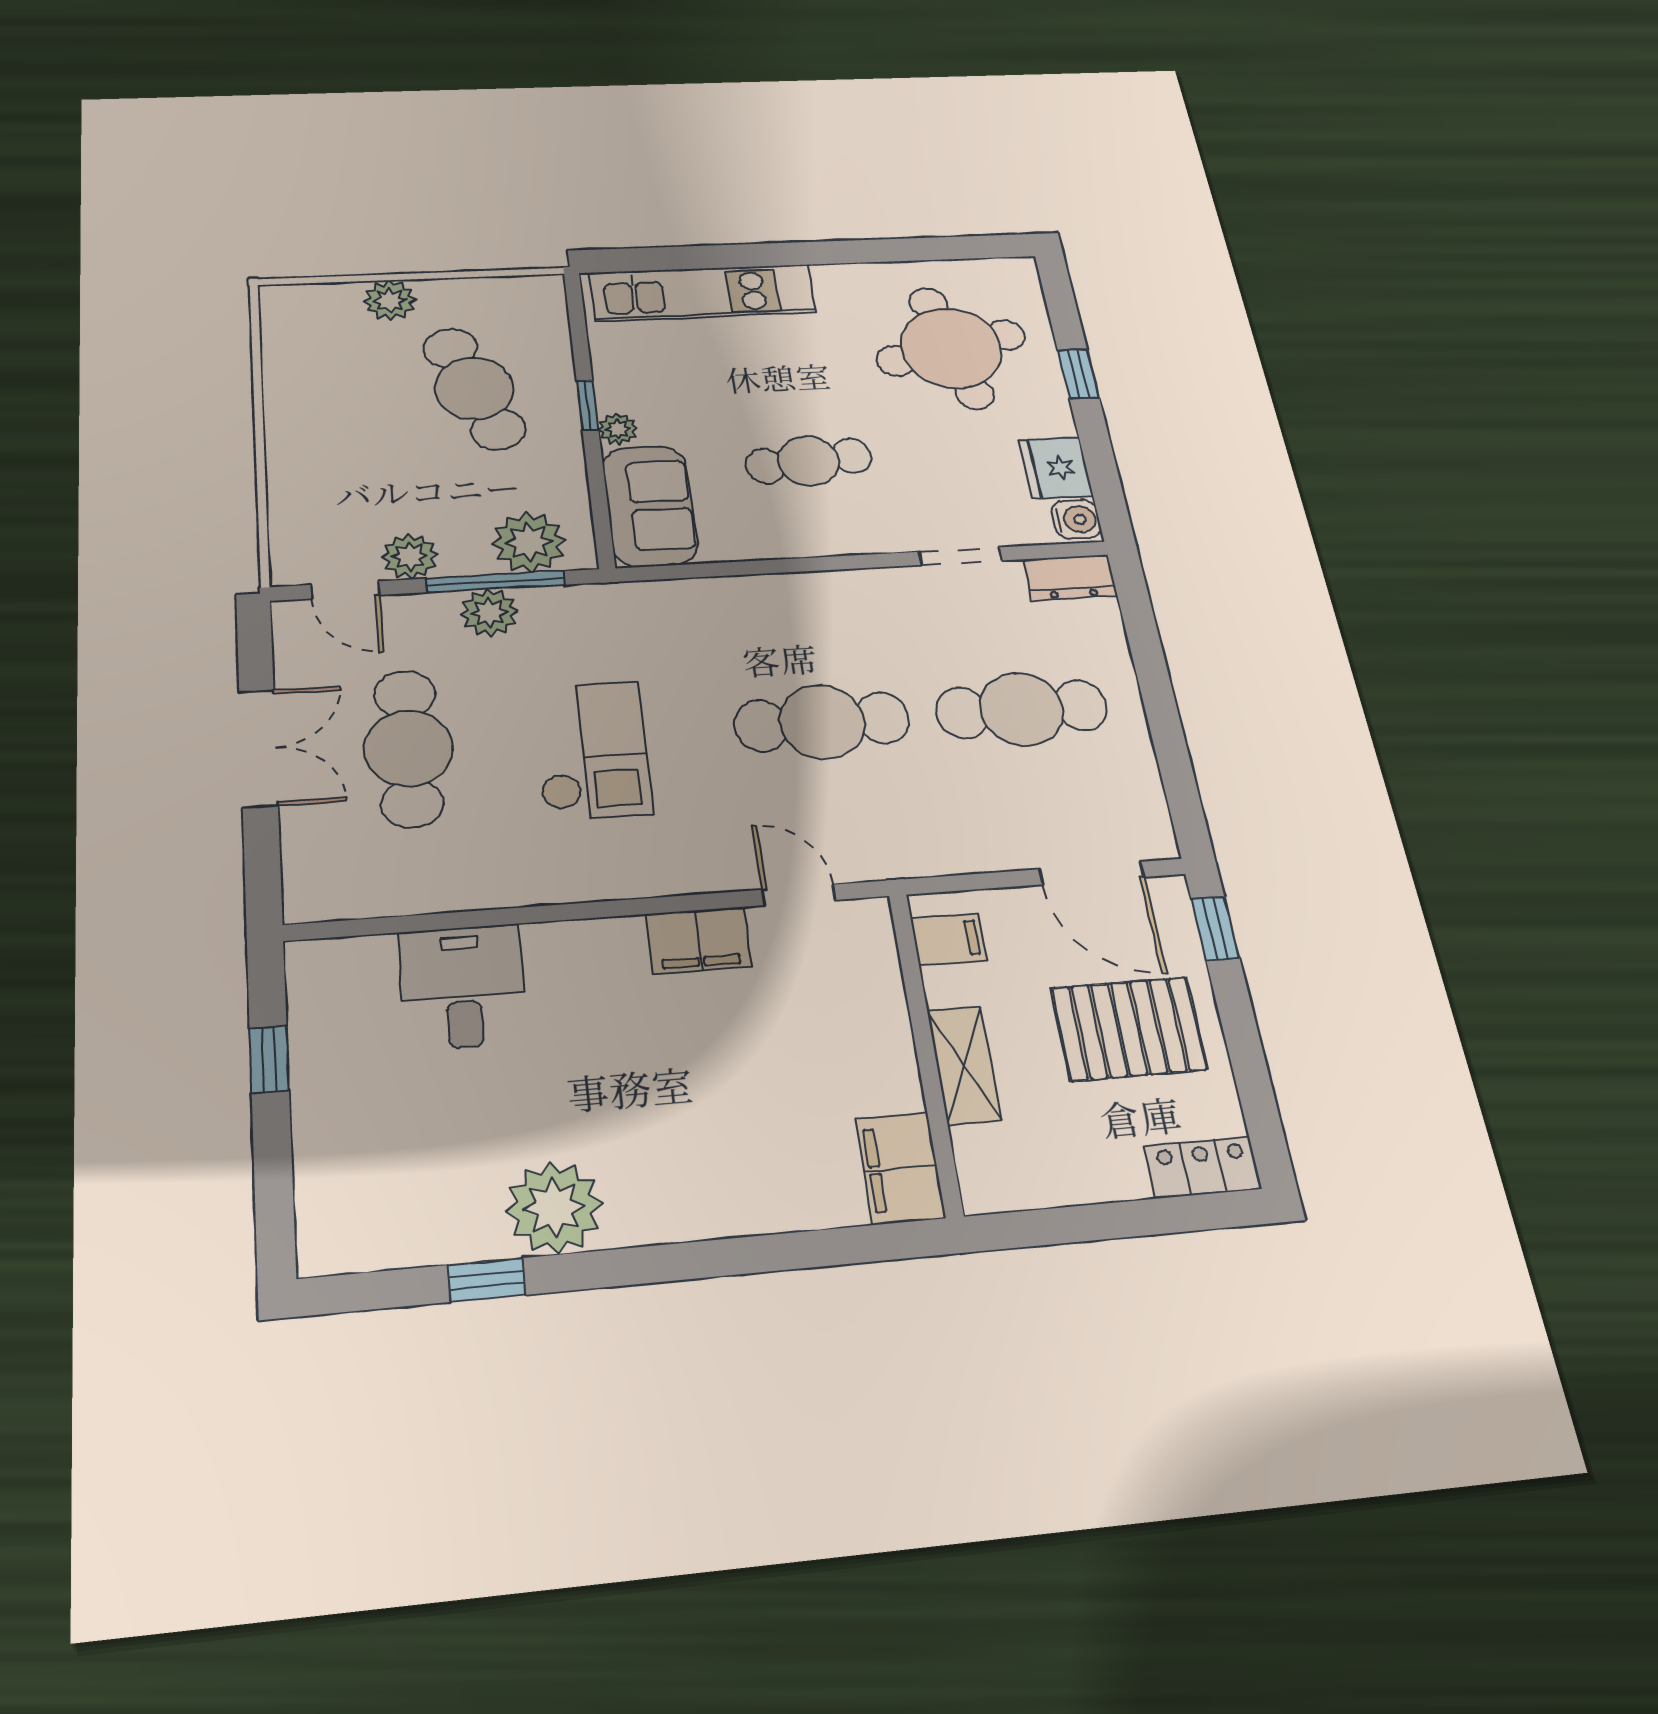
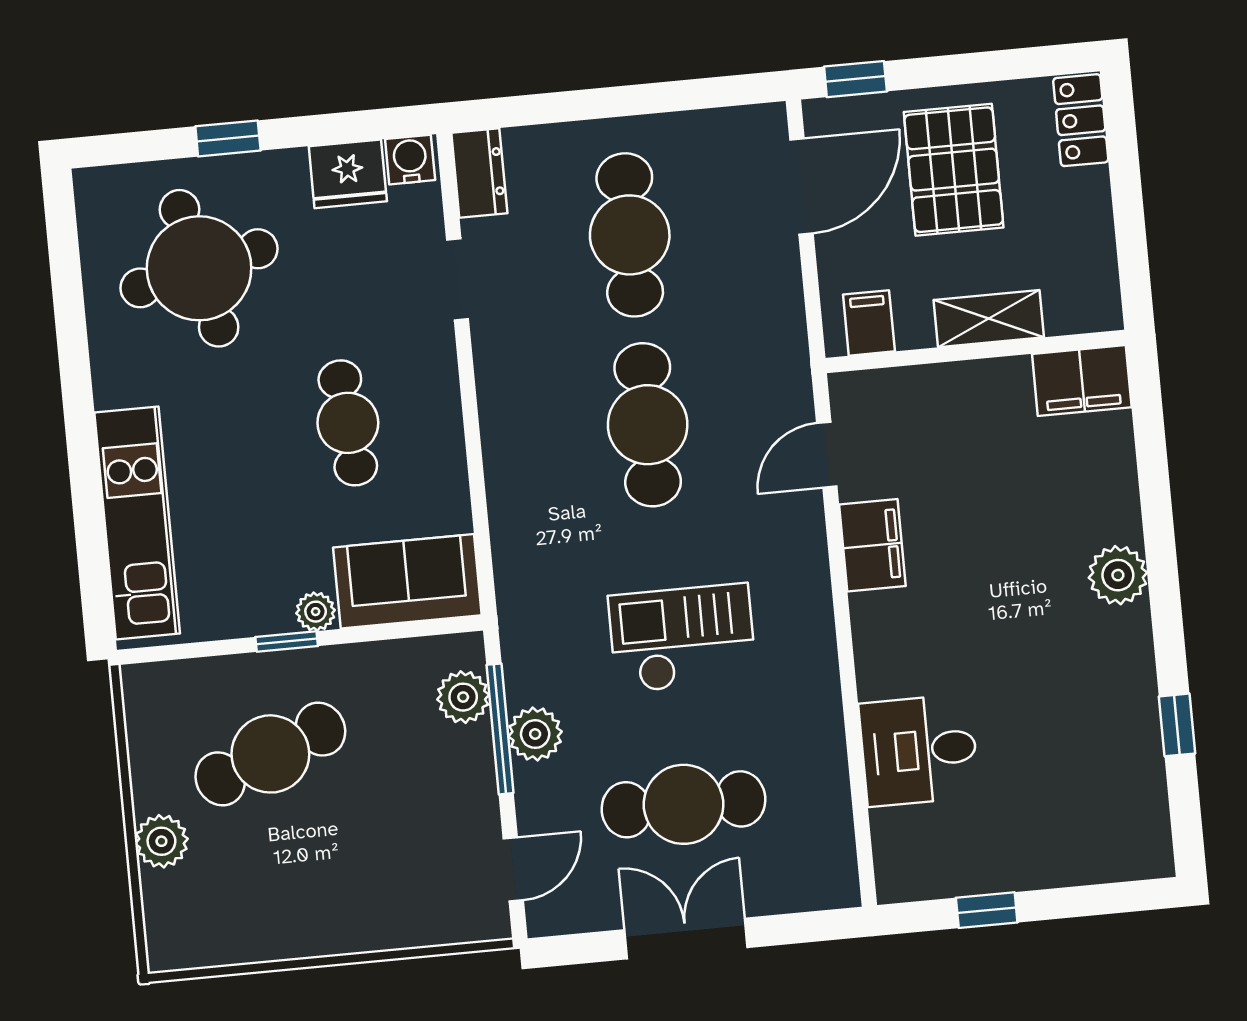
plant: (529, 542) -> (463, 697), width x0.73, depth x0.73
plant: (410, 556) -> (473, 810), removed
plant: (554, 1208) -> (1118, 575), moved, width x0.73, depth x0.73

